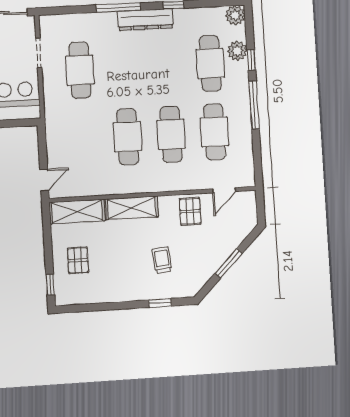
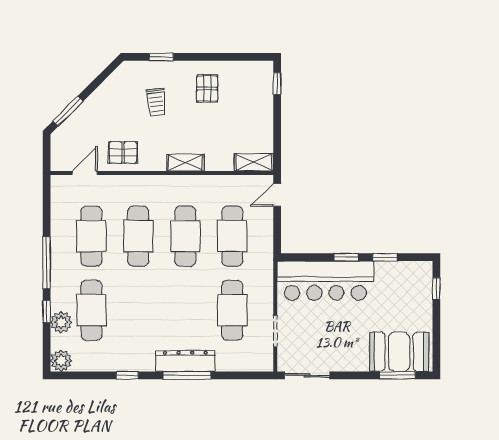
dresser: (145, 20) -> (185, 361), moved
cafe table: (84, 139) -> (232, 236), added
shelving: (132, 208) -> (185, 163), width x0.67, depth x0.75
pallet: (190, 211) -> (123, 152), turned 90
shelving: (77, 212) -> (254, 162), width x0.67, depth x0.75
pallet: (78, 260) -> (207, 89), moved
window: (229, 263) -> (68, 111), moved

